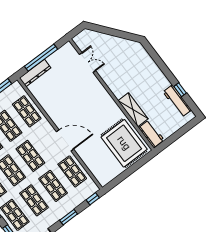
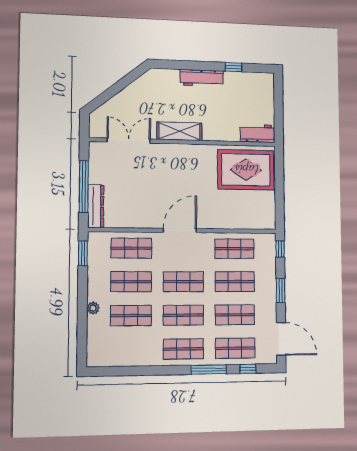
double door: (87, 63) -> (129, 141), width x1.37
workbench: (177, 101) -> (202, 78), moved
shelving: (133, 110) -> (179, 131), moved
door: (65, 140) -> (180, 230), moved

